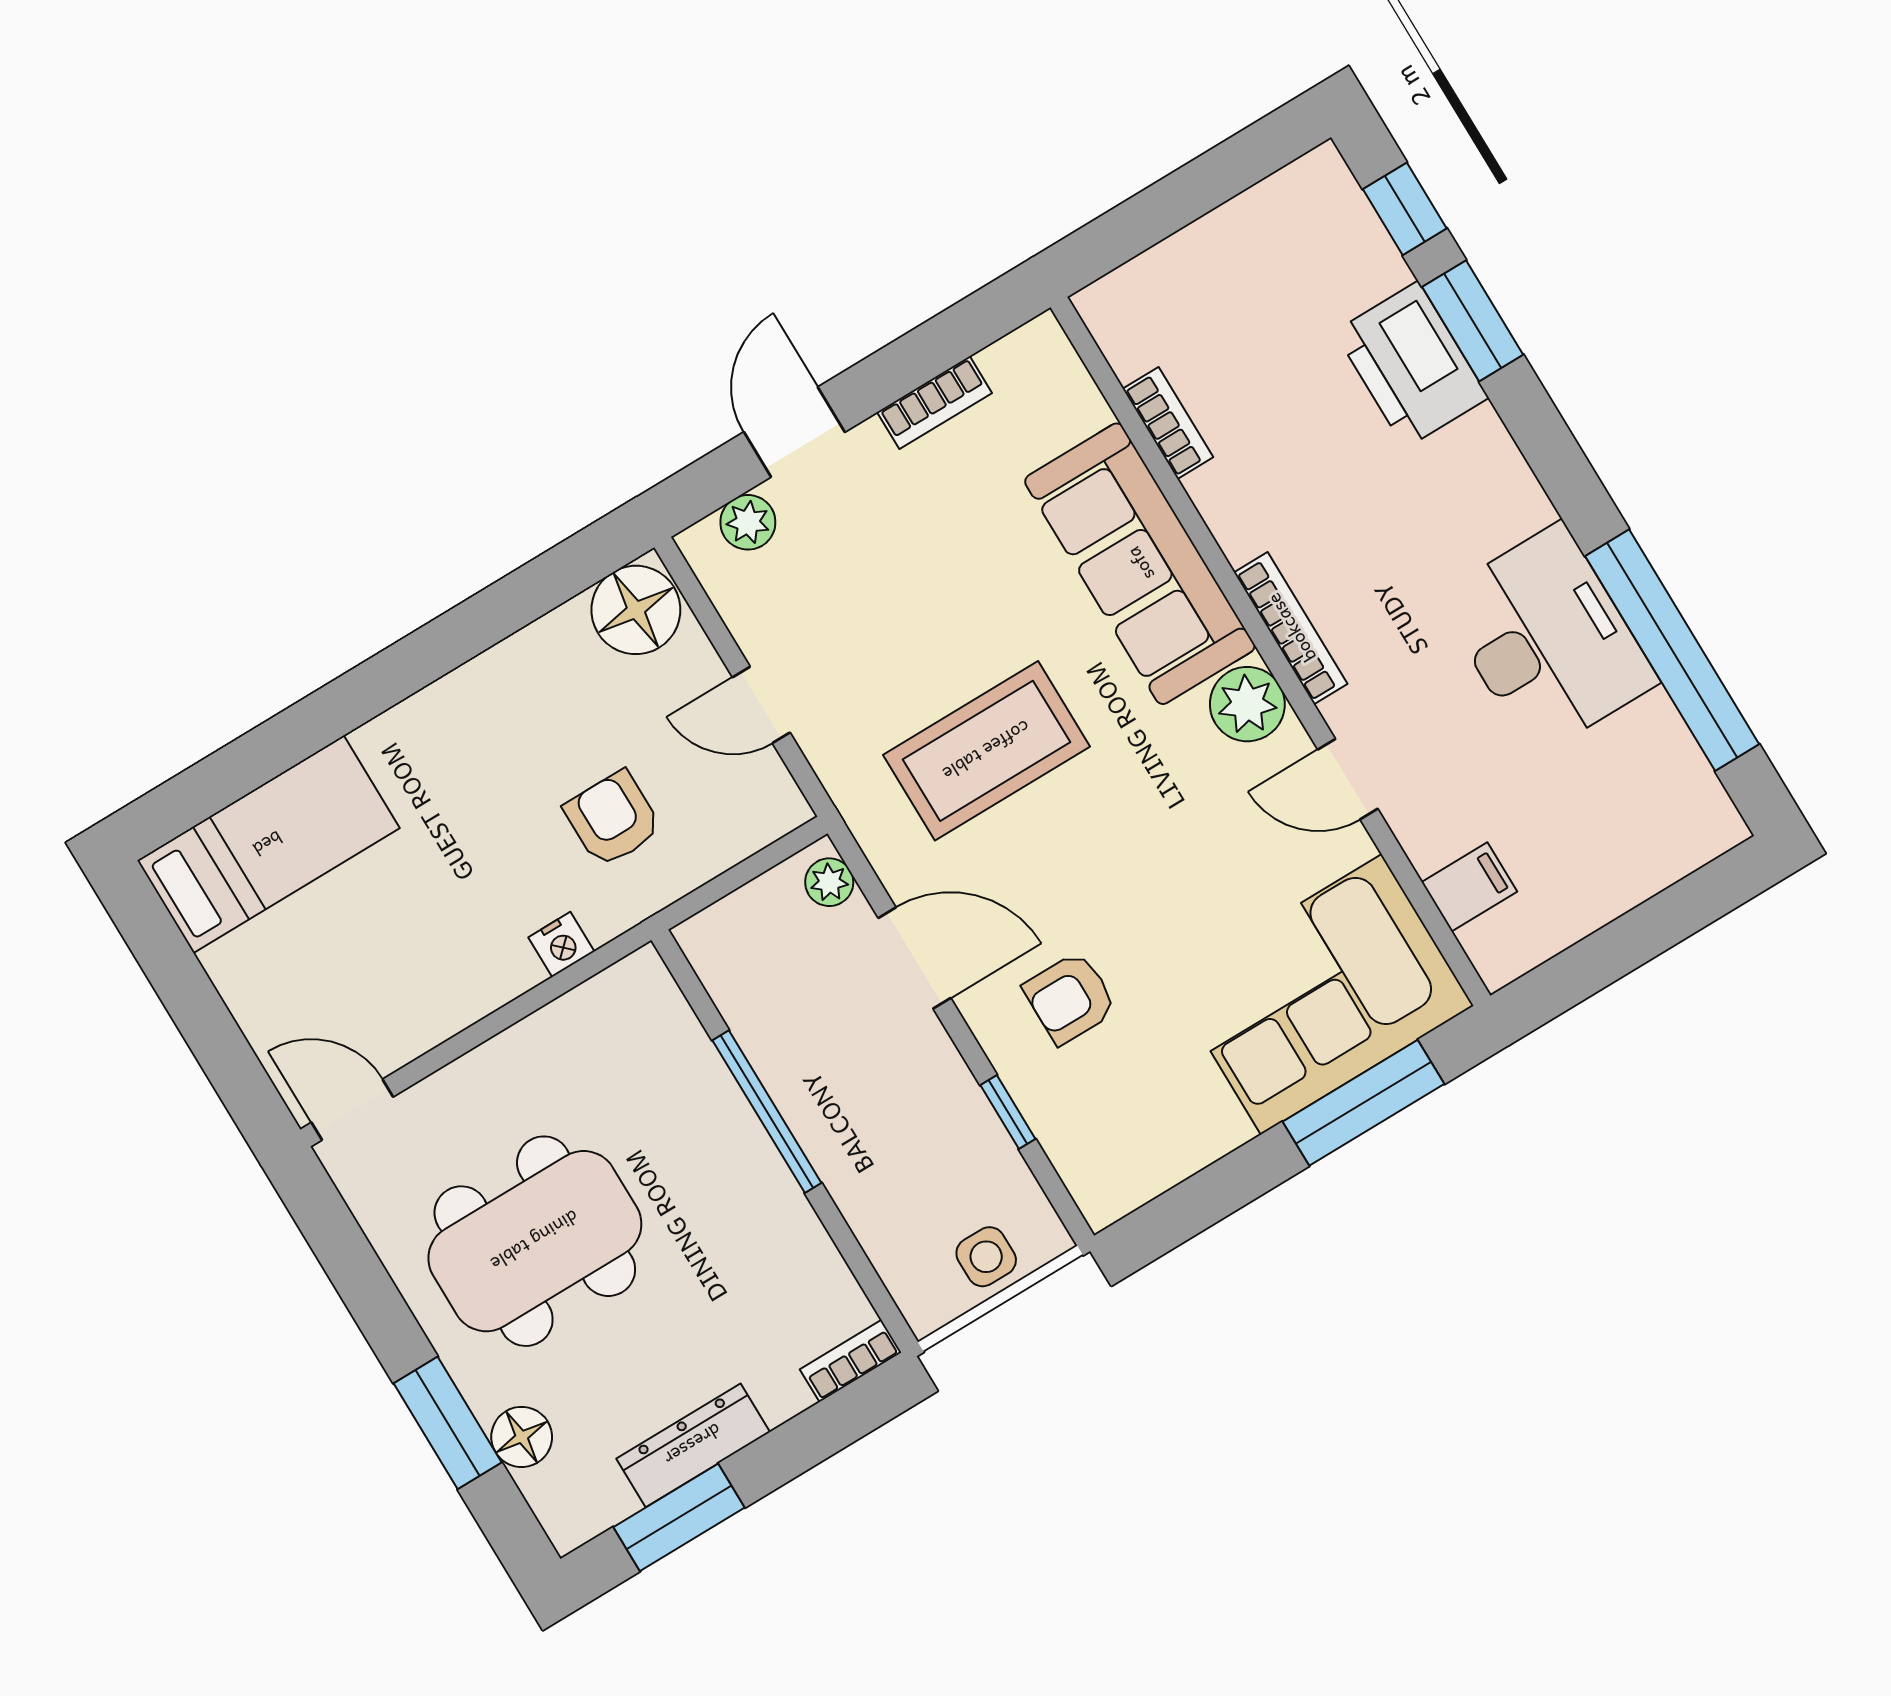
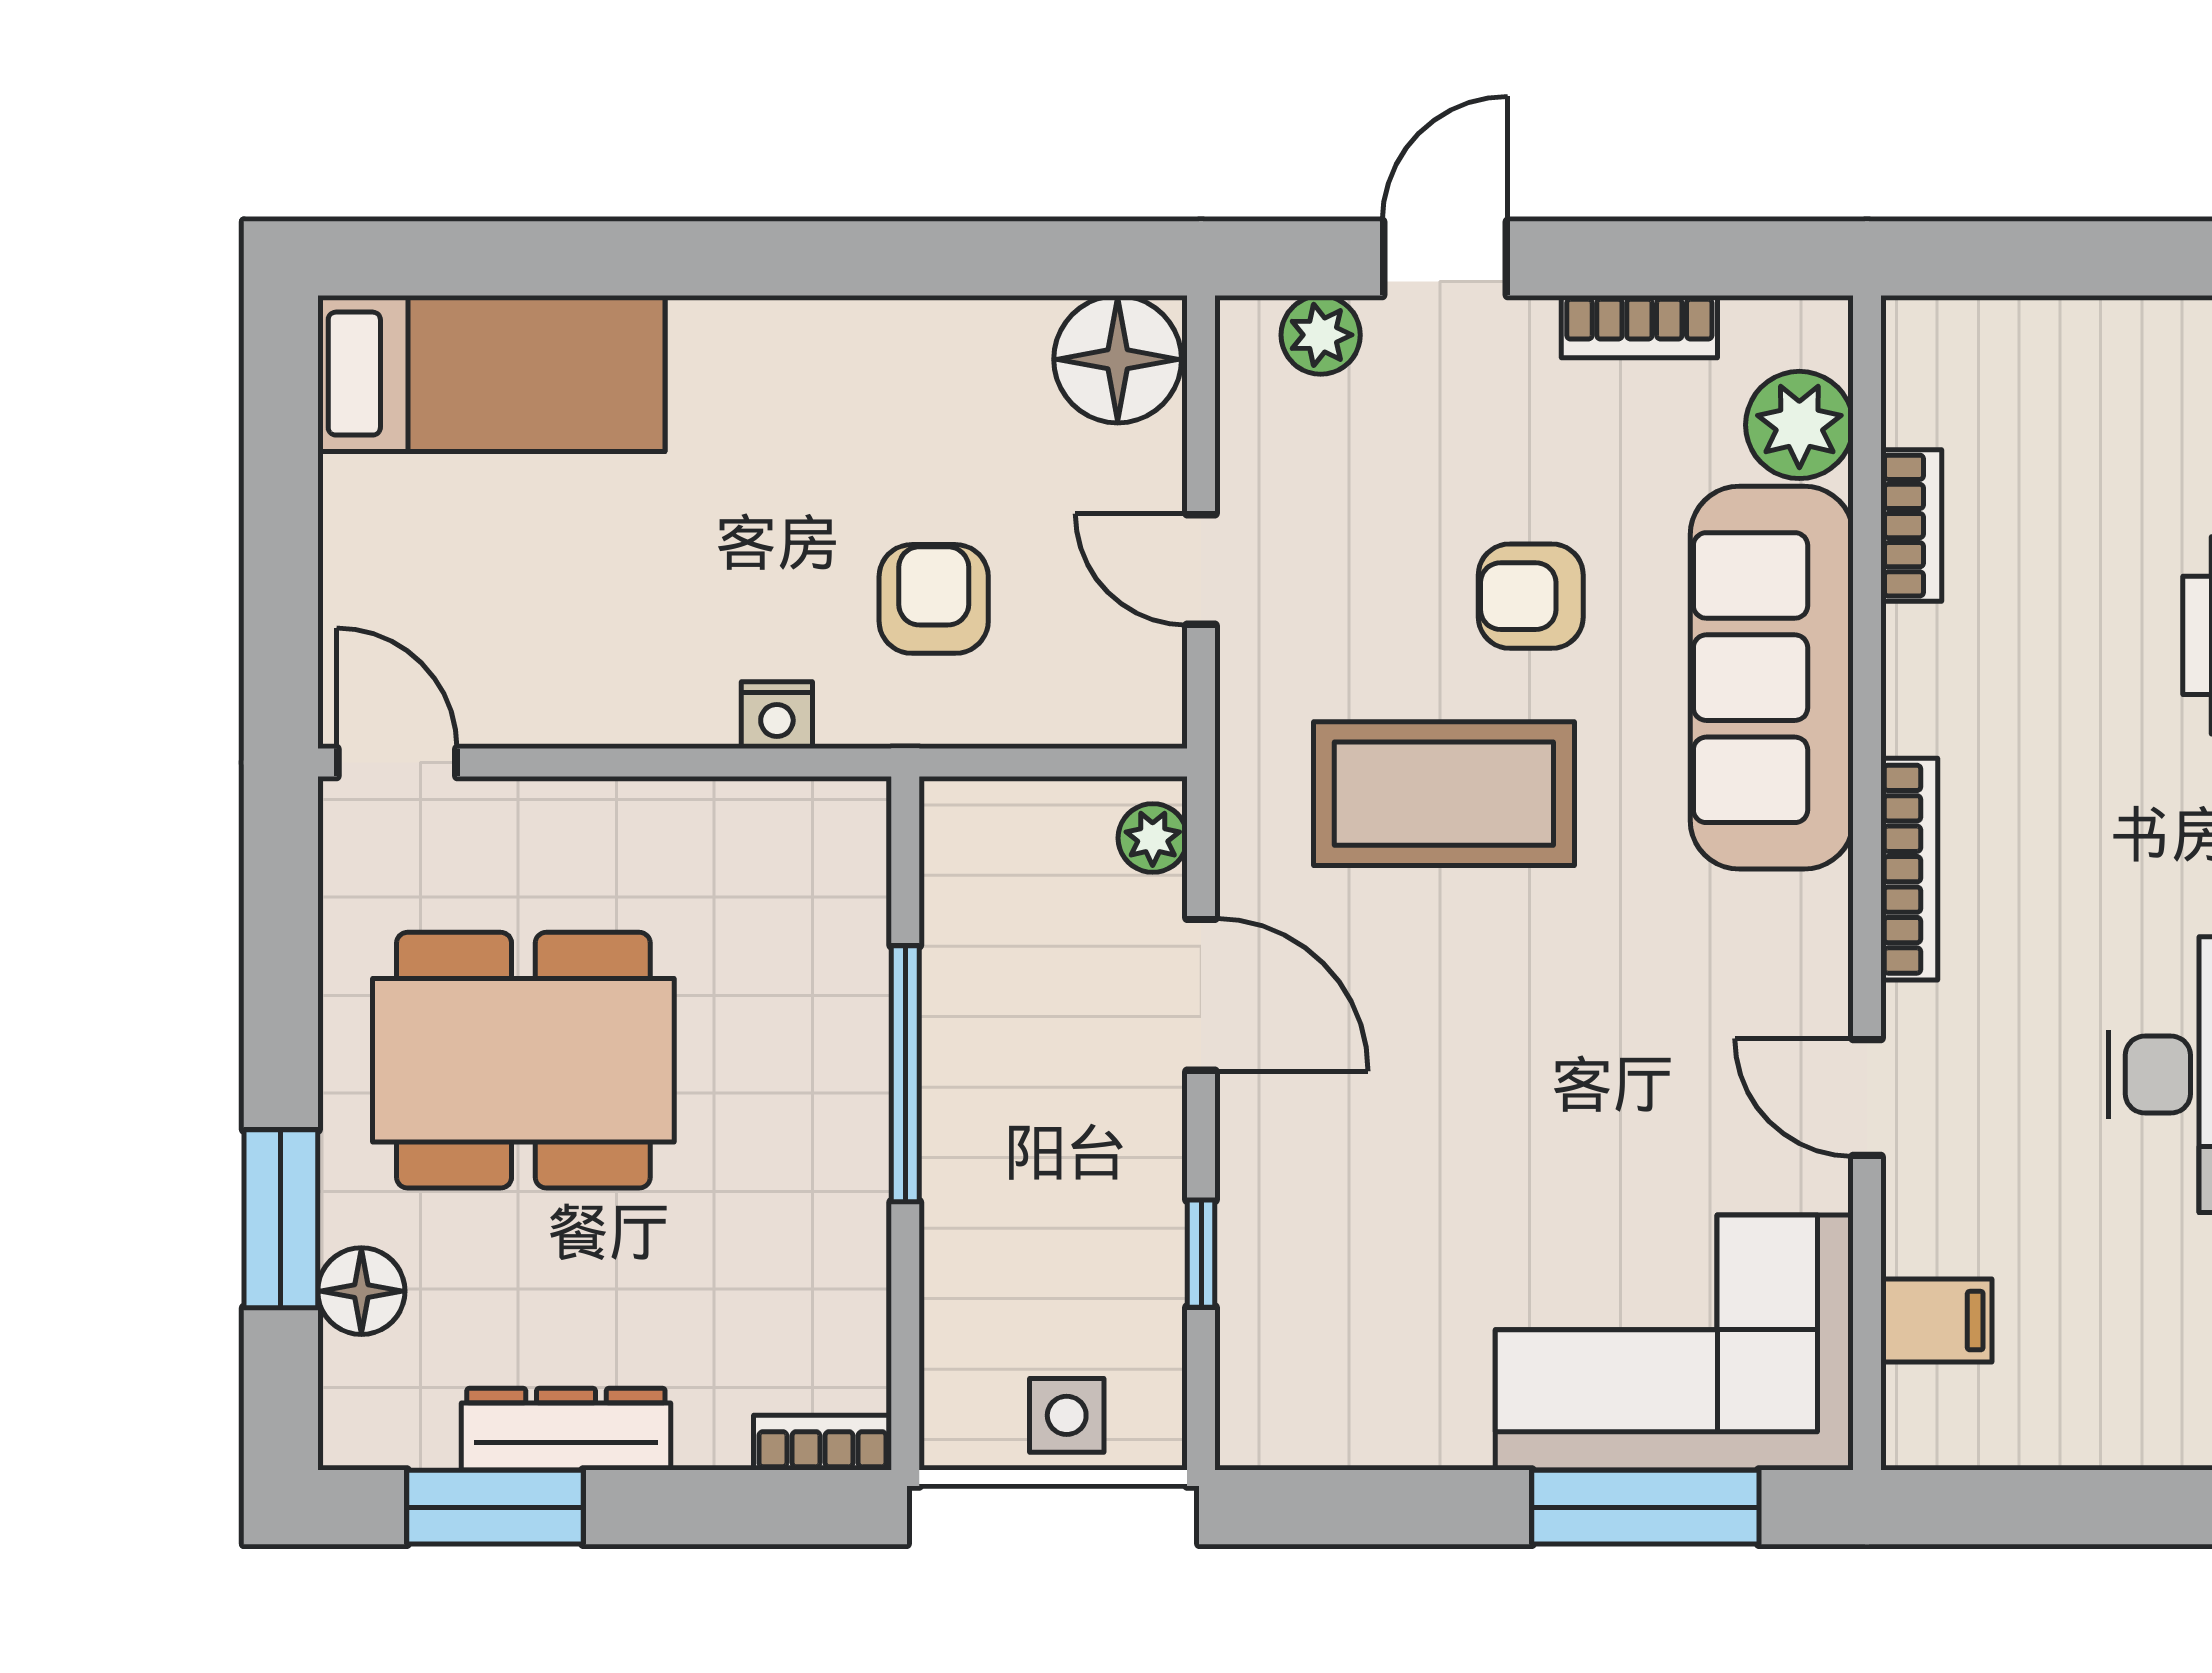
plant: (1247, 704) -> (1799, 425), moved
armchair: (1070, 998) -> (1531, 596), moved

